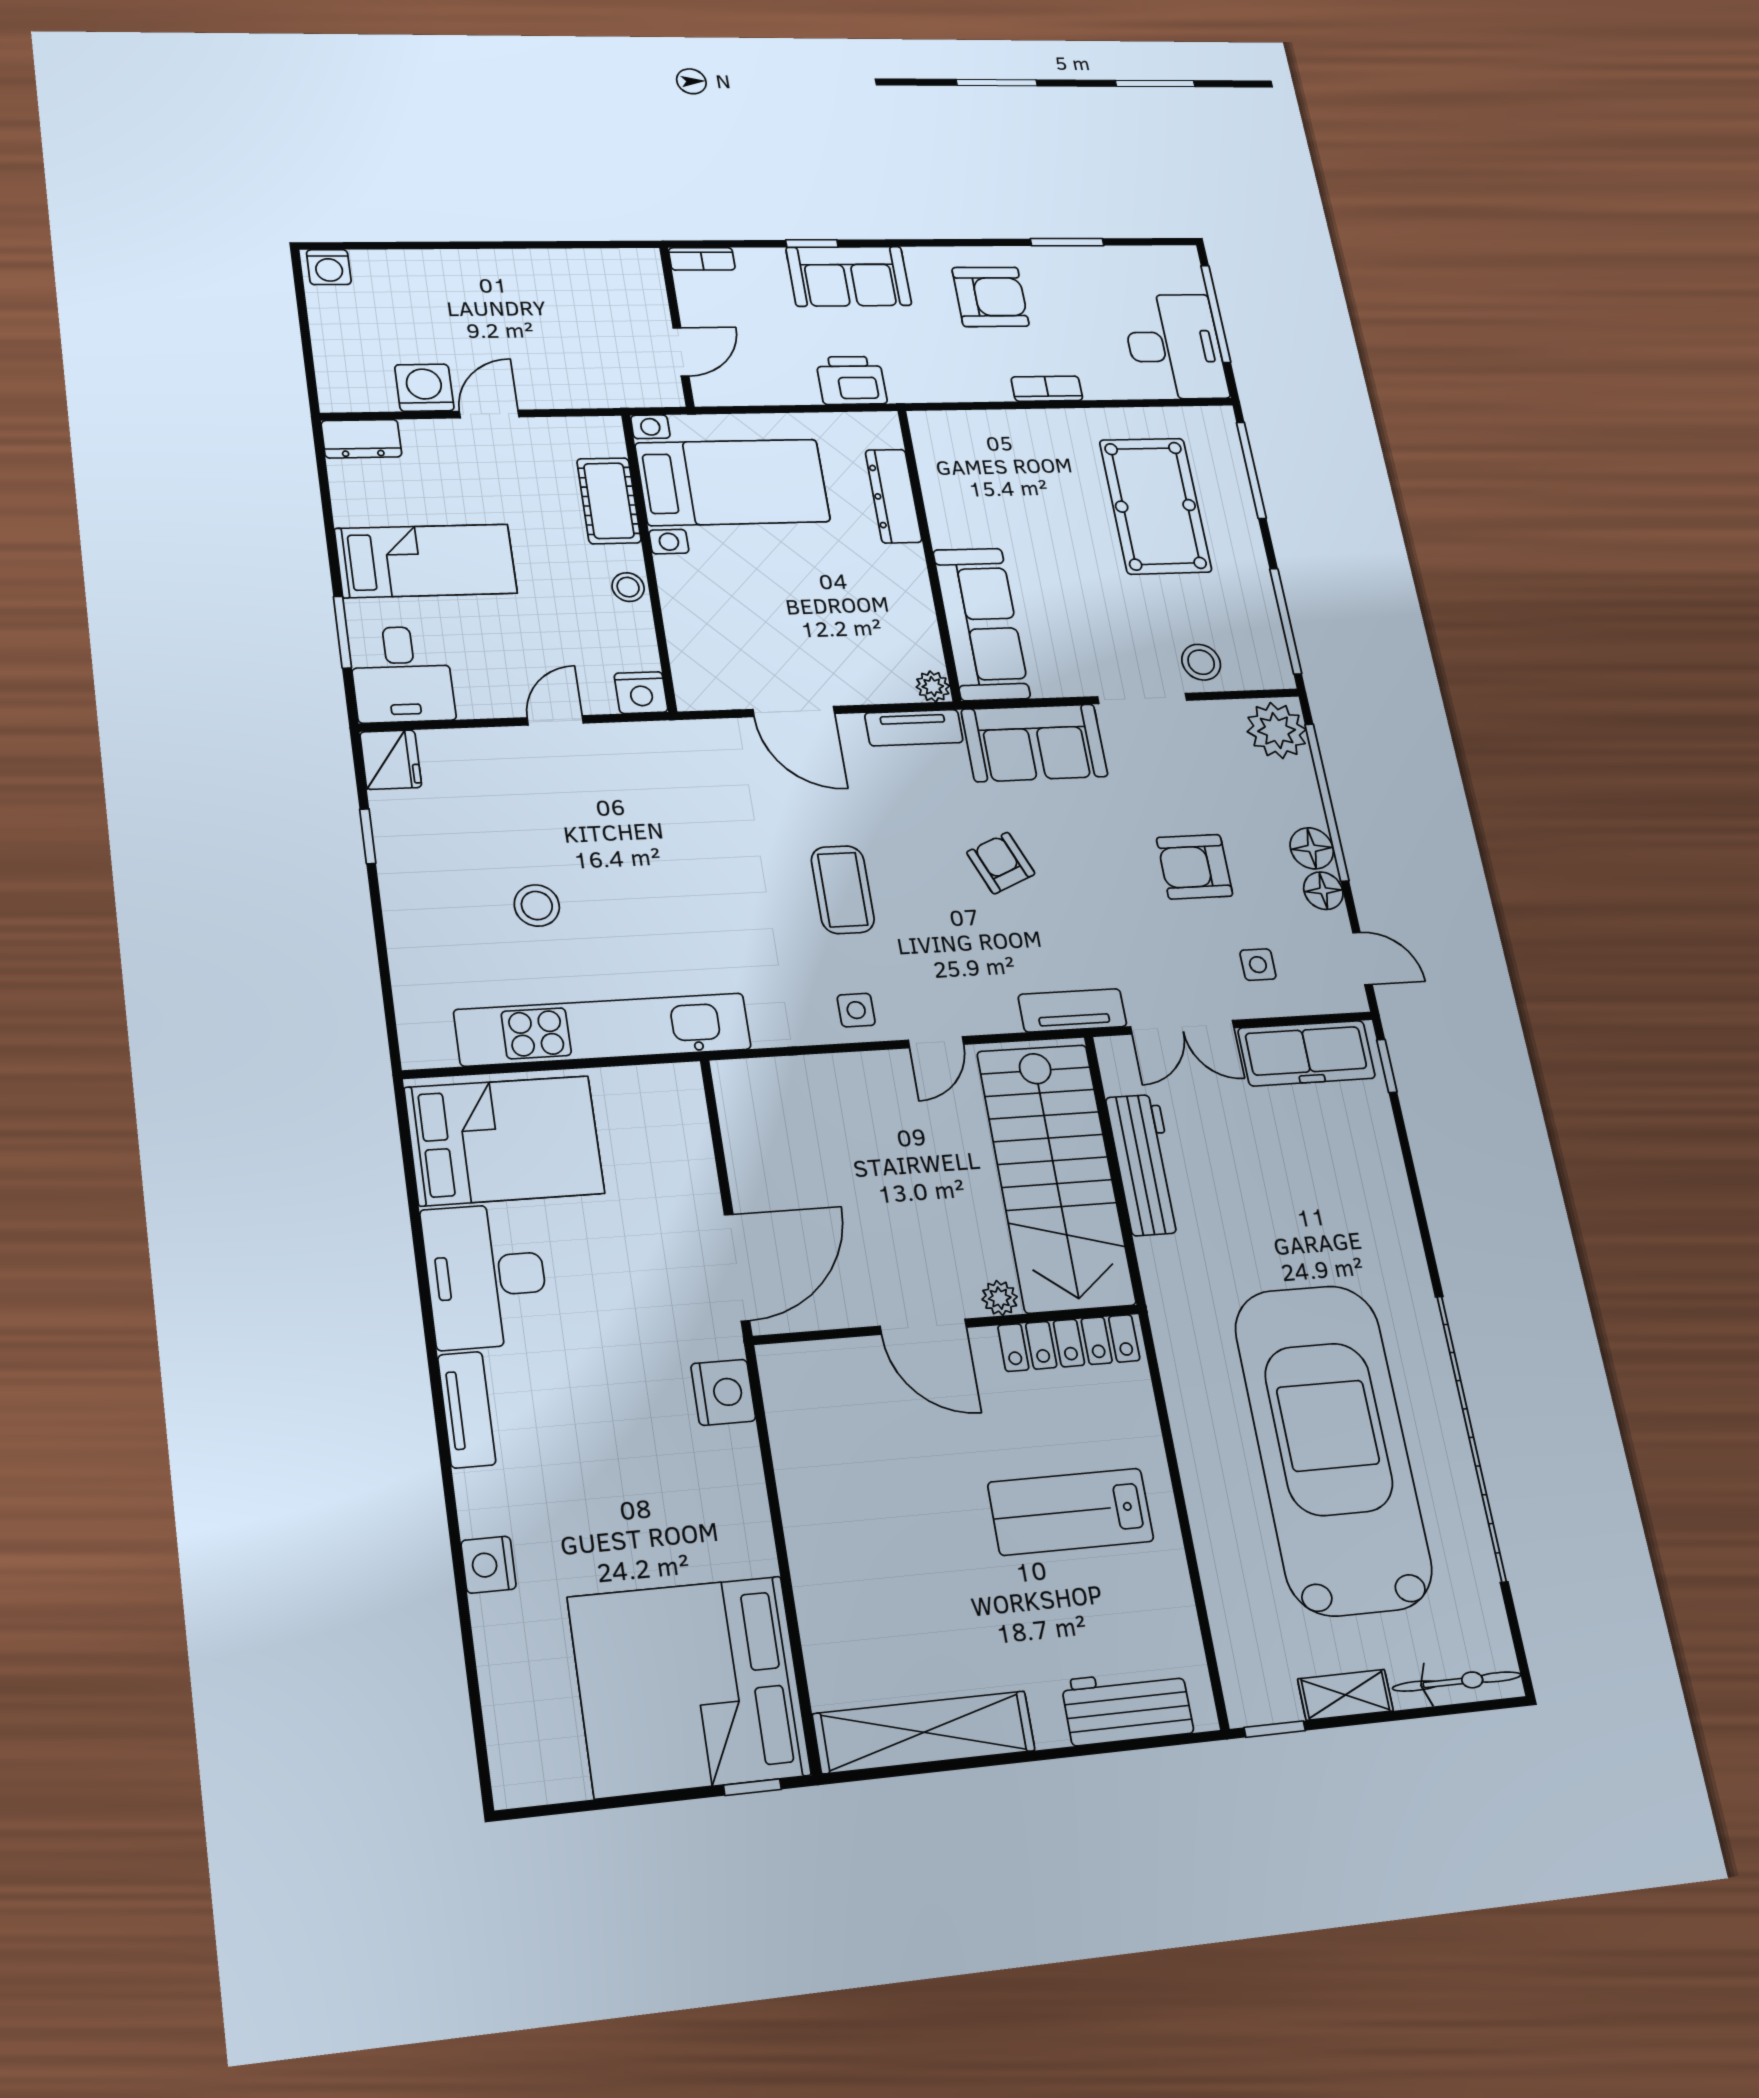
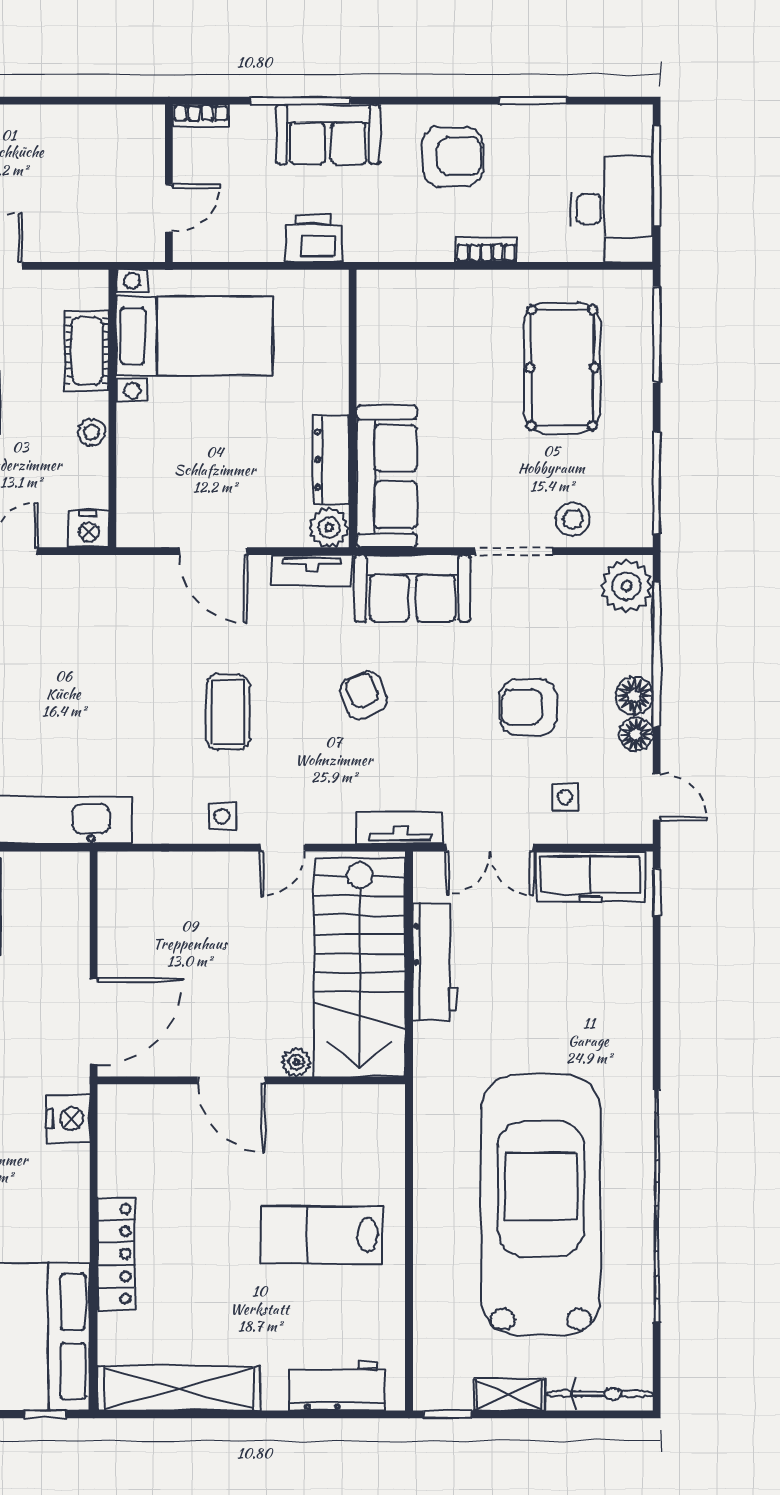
window: (812, 243) -> (301, 101), width x2.17
dresser: (894, 496) -> (331, 460), moved
plant: (933, 686) -> (329, 527), width x1.38, depth x1.38
locker: (1069, 1343) -> (116, 1254), moved, turned -90

